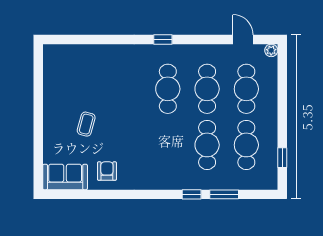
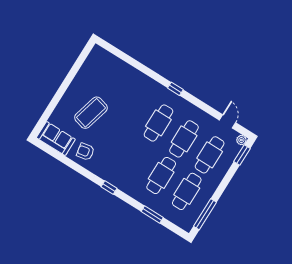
window: (282, 67) -> (242, 155), added
coffee table: (86, 124) -> (91, 113), width x1.86, depth x1.72
window: (282, 158) -> (205, 214), width x2.17
armchair: (107, 171) -> (85, 152), turned -100
window: (192, 194) -> (109, 188), moved

